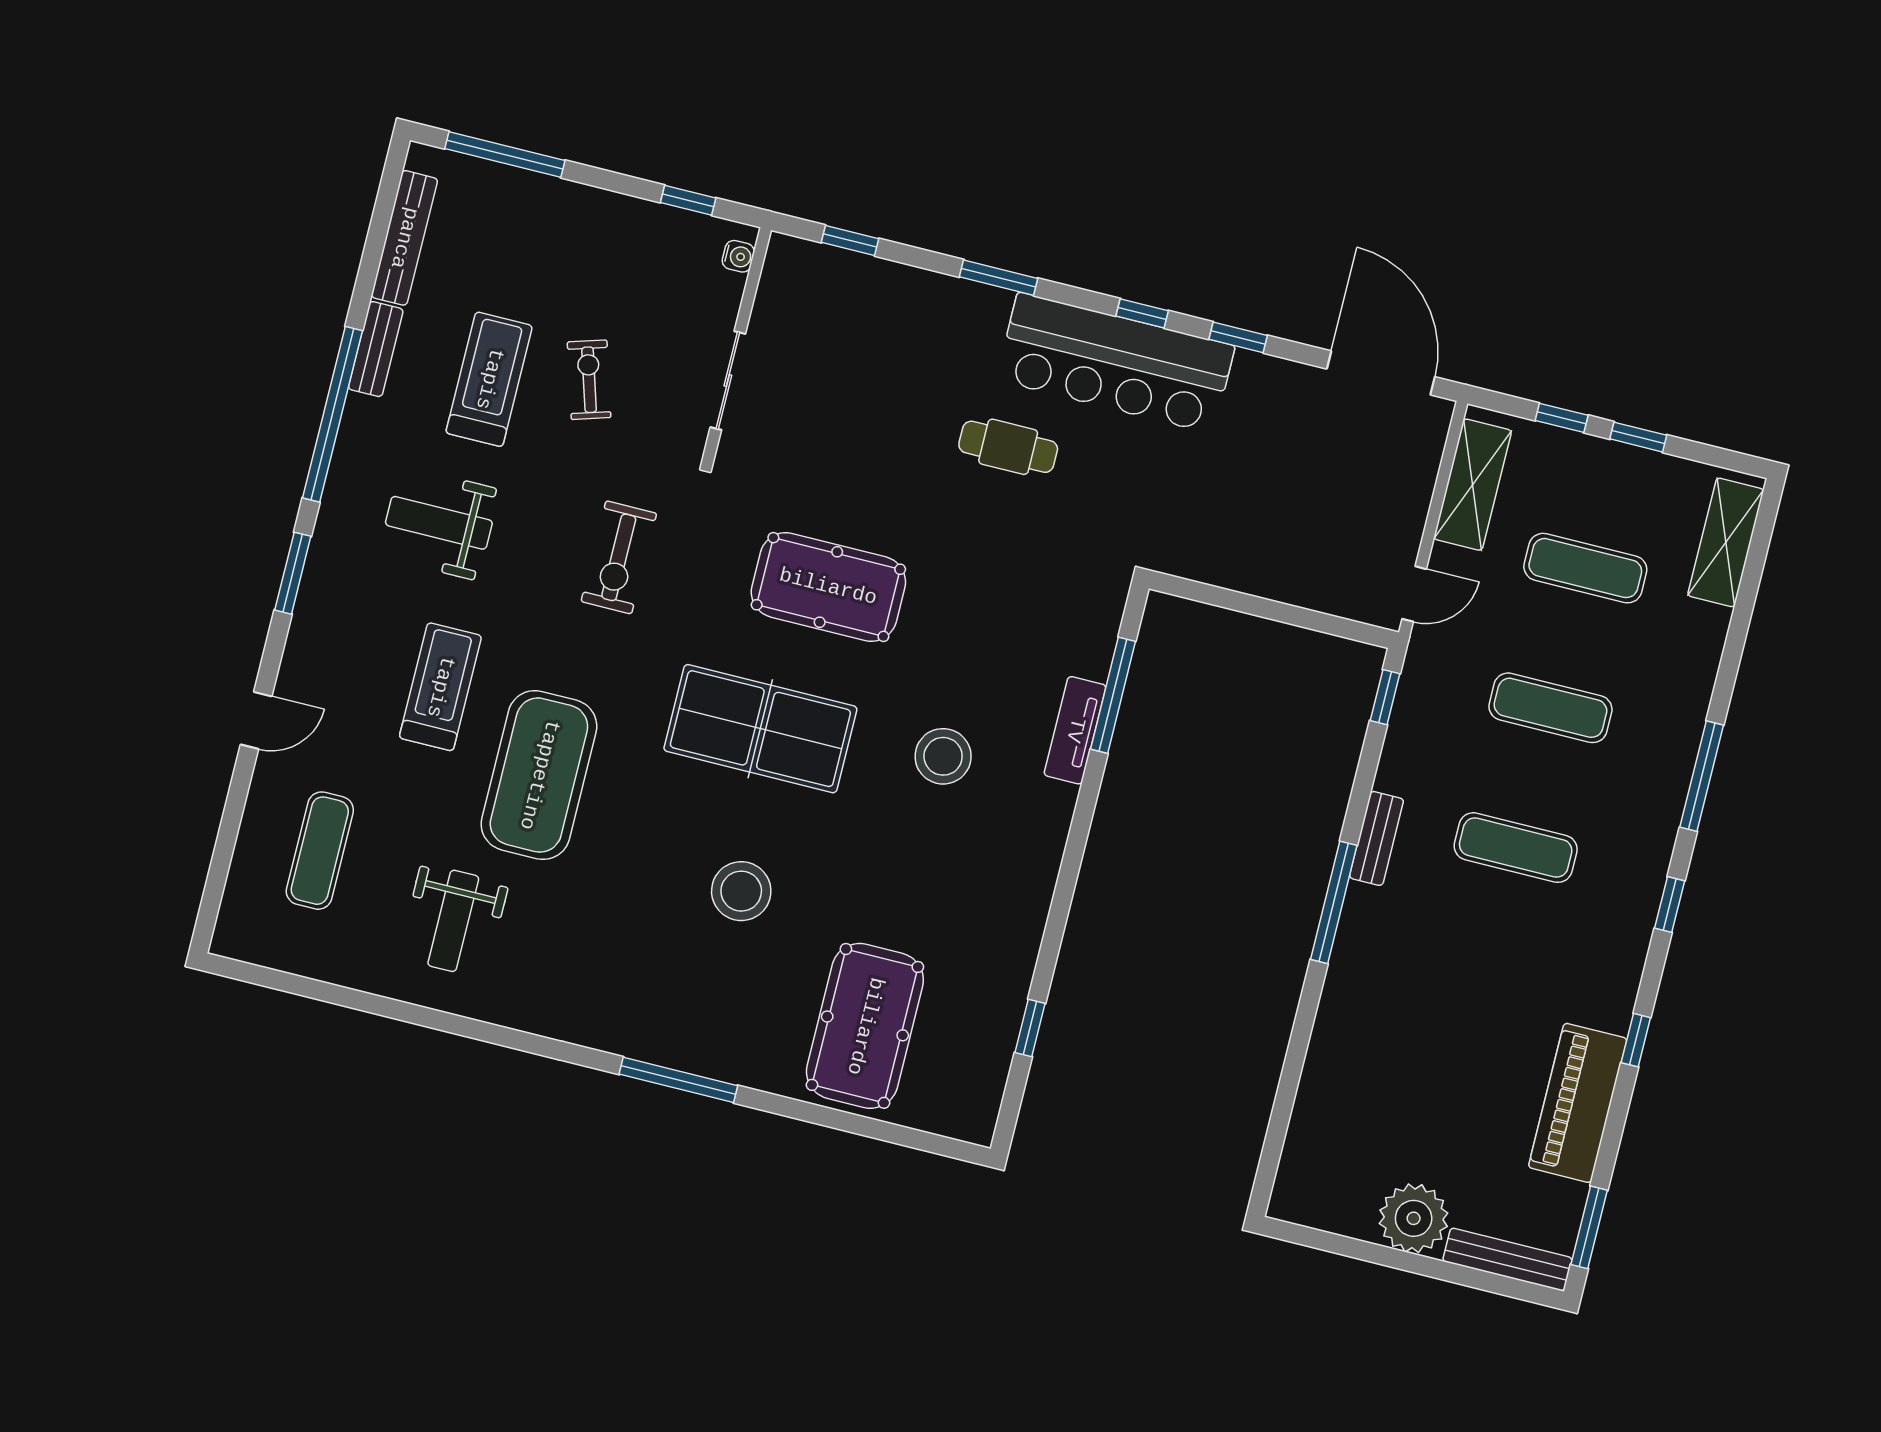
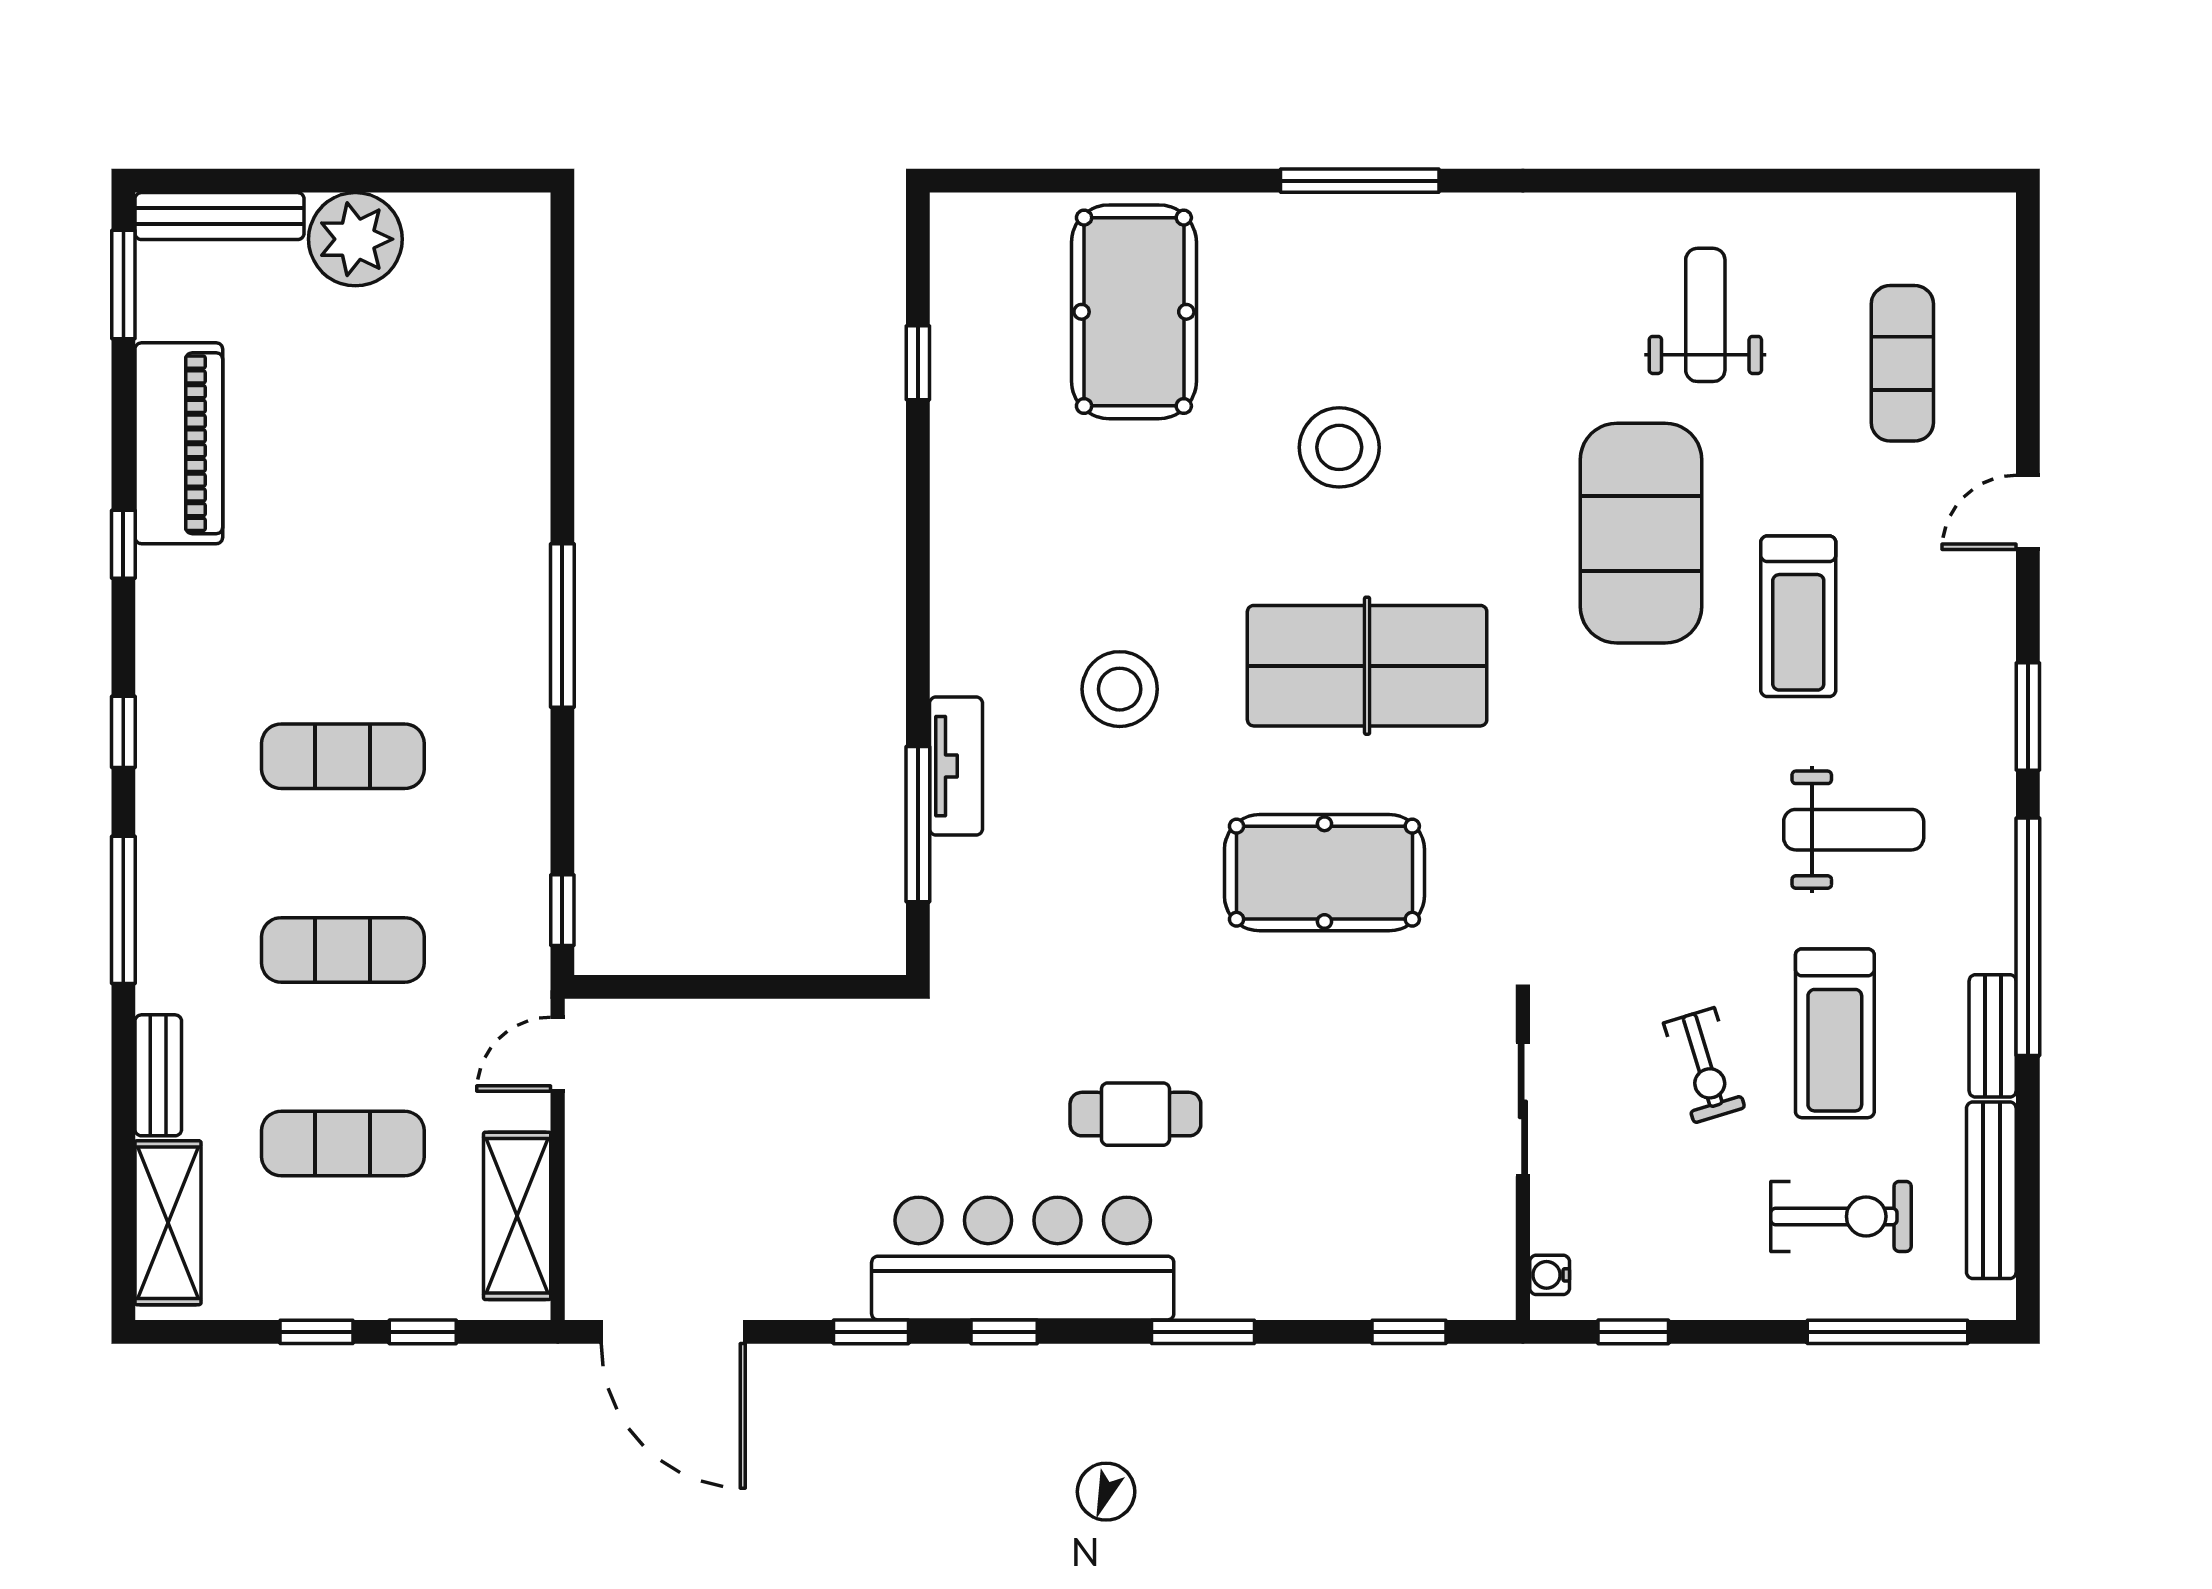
exercise bike: (619, 557) -> (1841, 1216), moved, turned 90
bench: (1376, 838) -> (158, 1075), moved

